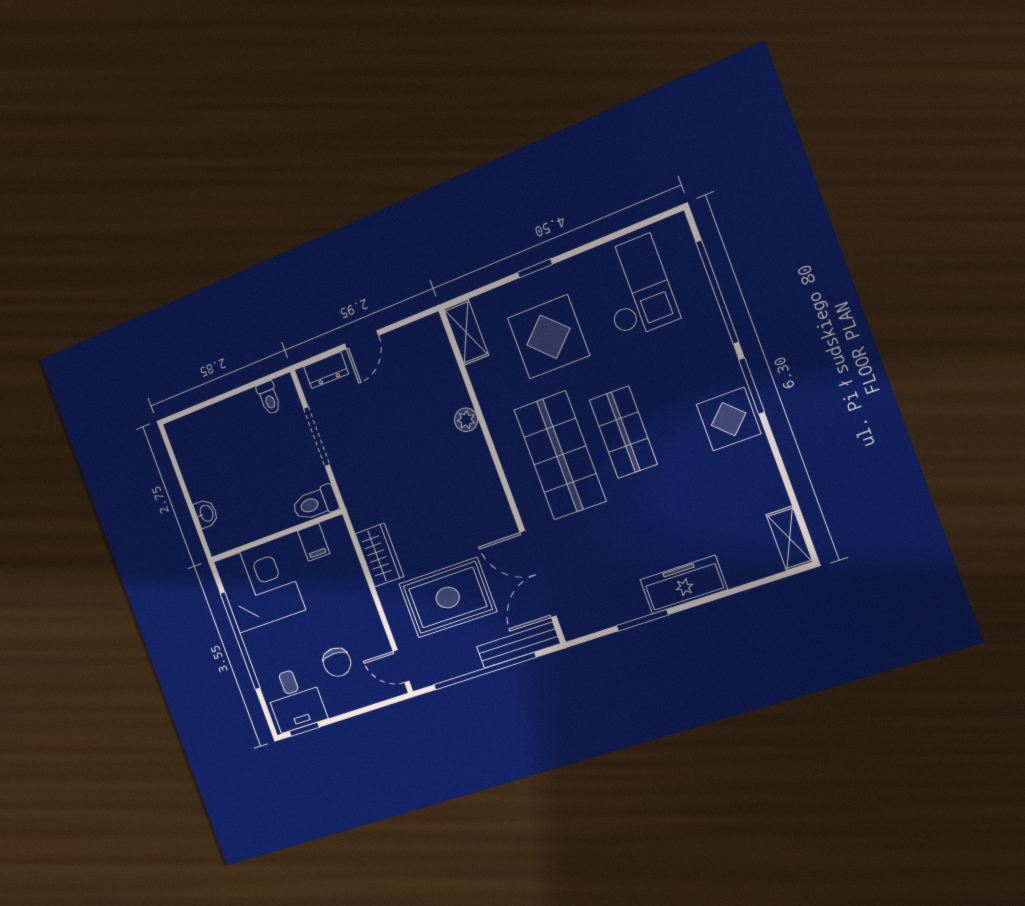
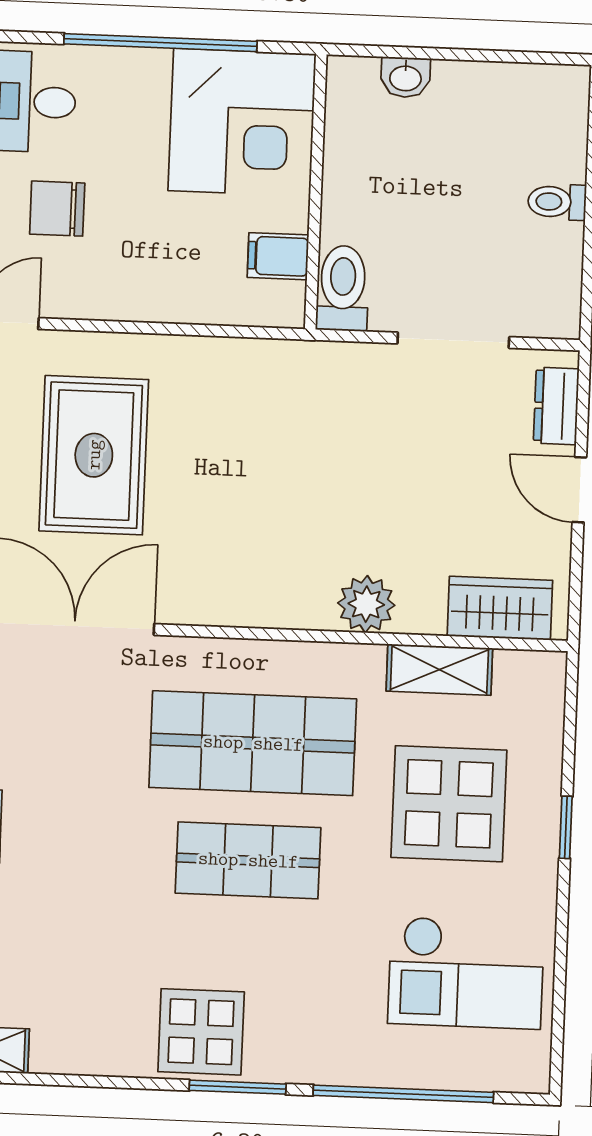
shelving: (466, 332) -> (439, 670), moved
toilet: (269, 398) -> (557, 202), moved
plant: (466, 420) -> (366, 604), width x1.38, depth x1.38
wardrobe: (379, 555) -> (500, 608), moved, turned 180

